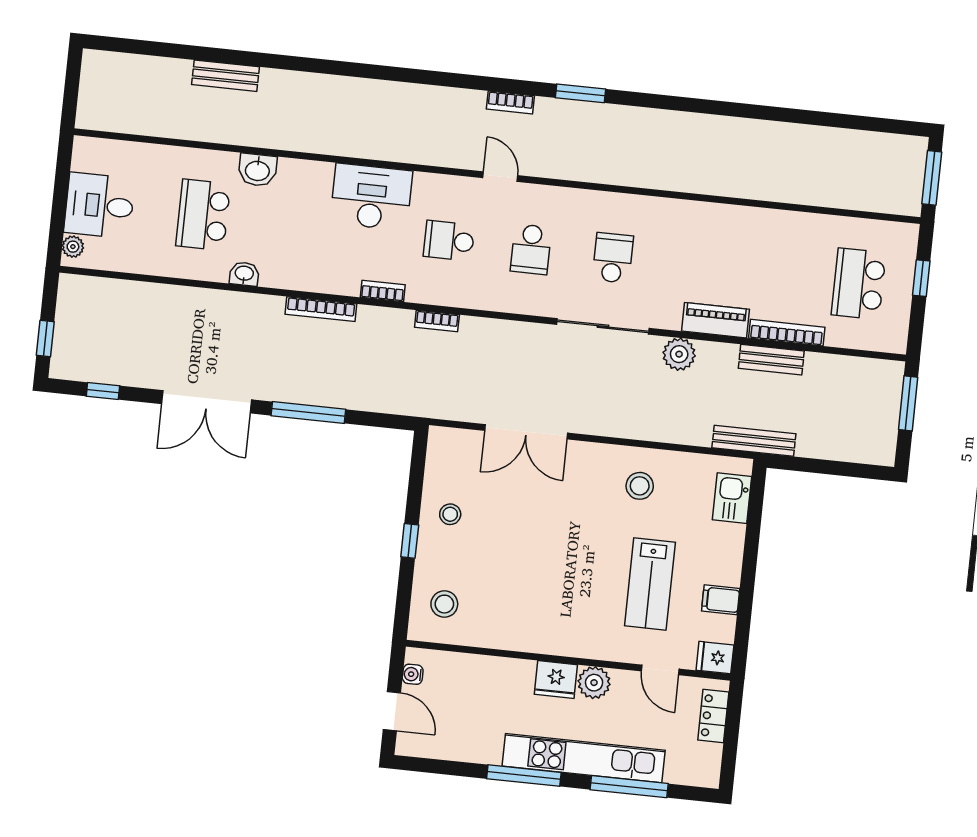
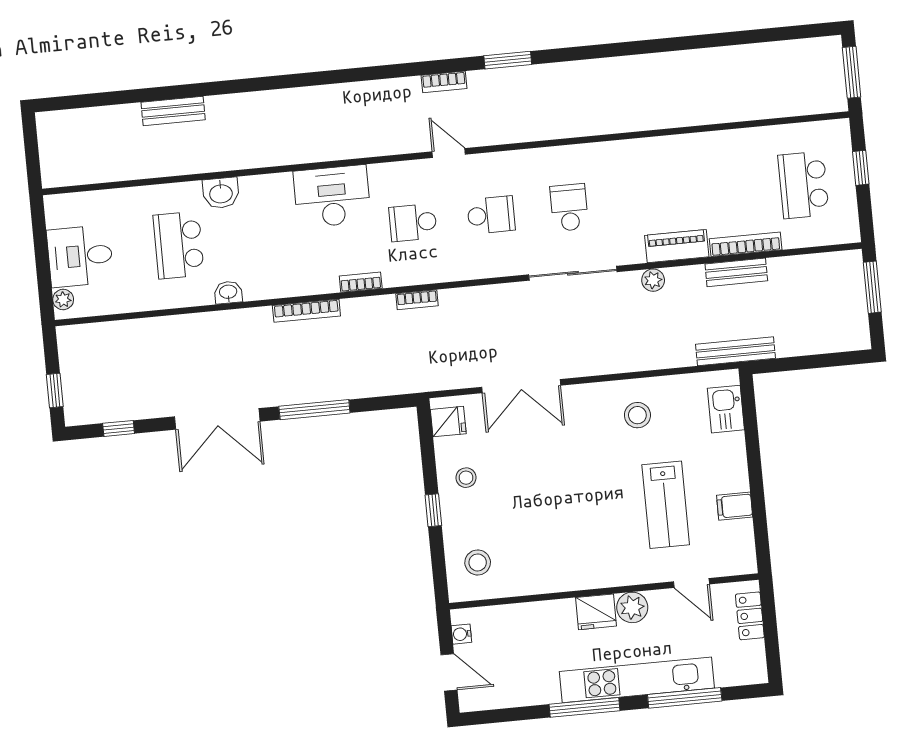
school desk: (531, 249) -> (491, 215), turned -90
plant: (679, 354) -> (653, 280), width x0.73, depth x0.73
fridge: (715, 658) -> (448, 422), moved, turned 180

